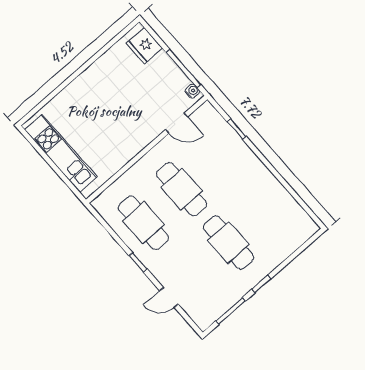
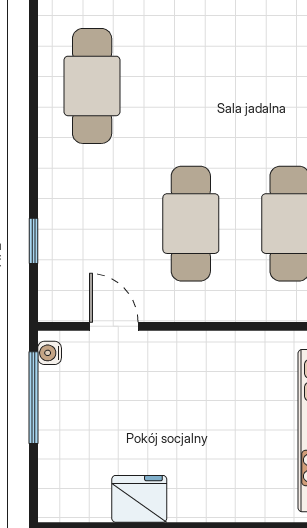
fridge: (144, 46) -> (139, 499), moved, turned -90
cafe table: (228, 242) -> (92, 86), moved

